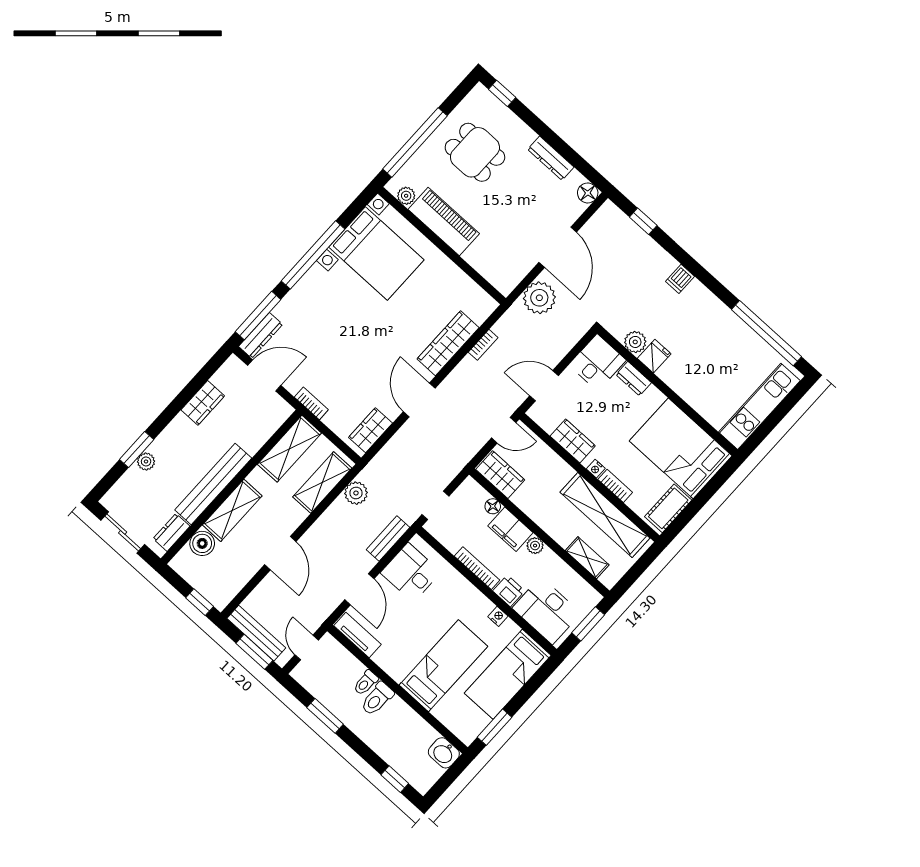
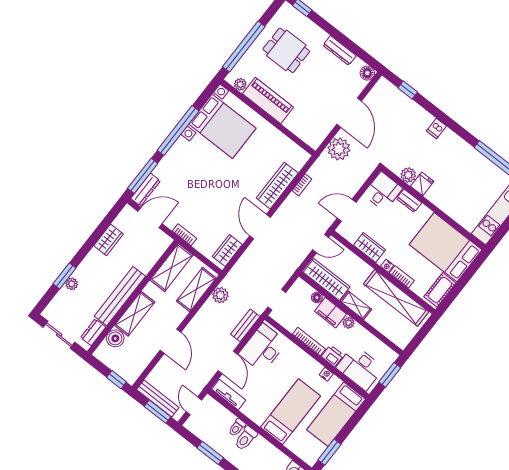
wardrobe: (500, 475) -> (327, 280), width x1.50
shelving: (587, 558) -> (356, 305), moved
desk: (411, 572) -> (263, 348), width x1.37

